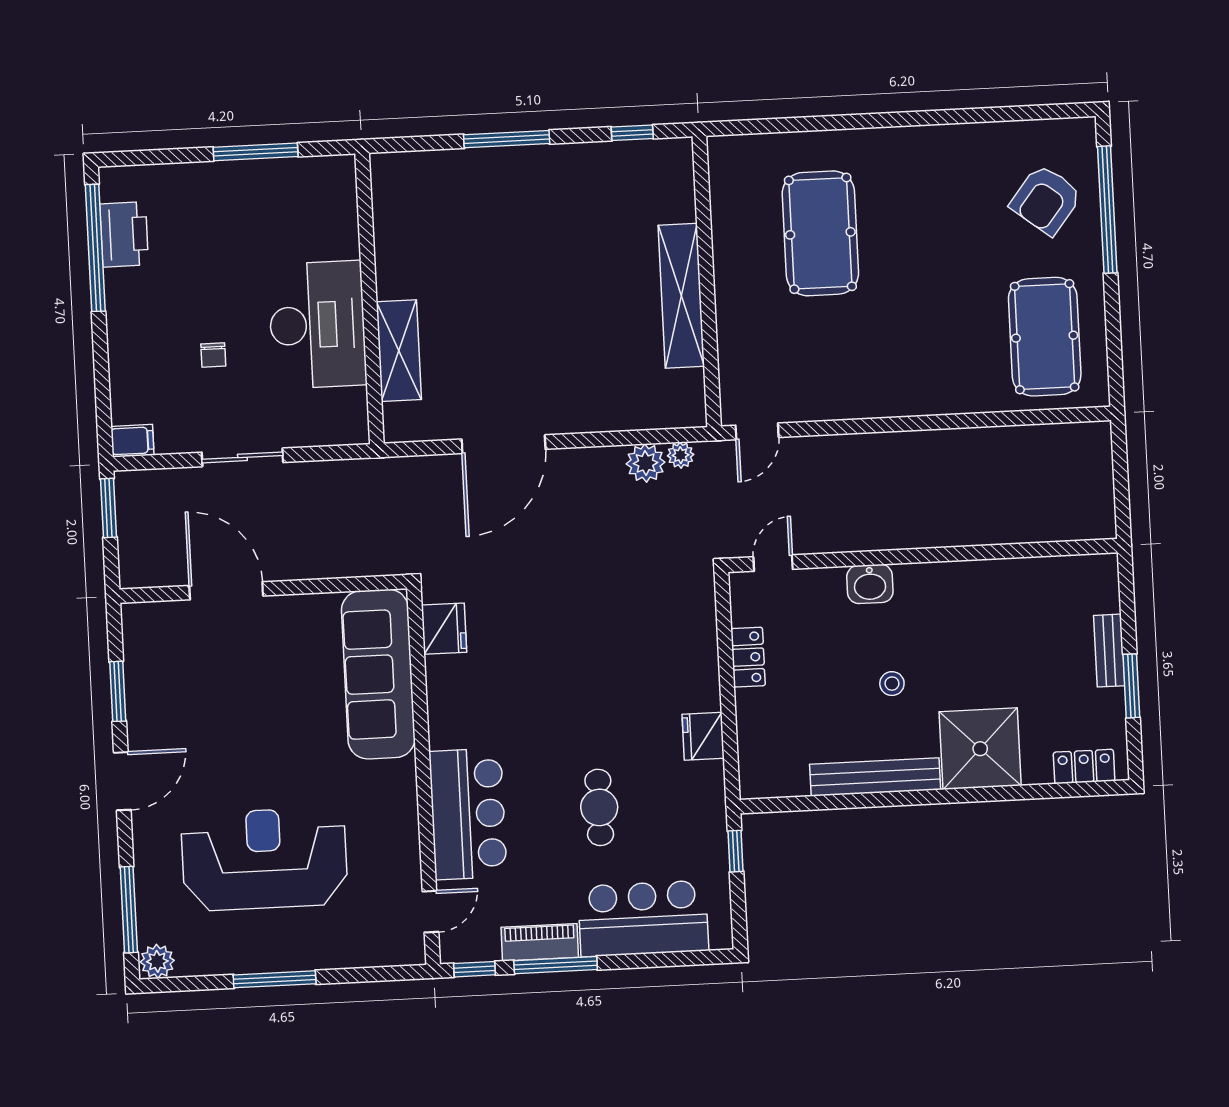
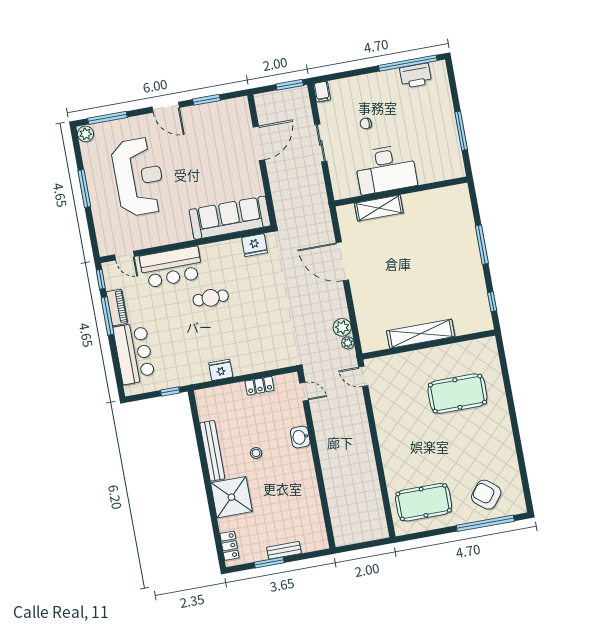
cafe table: (599, 807) -> (211, 298), moved

